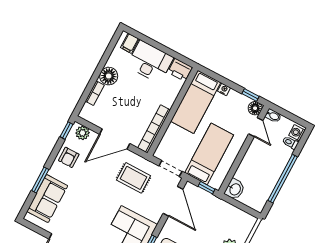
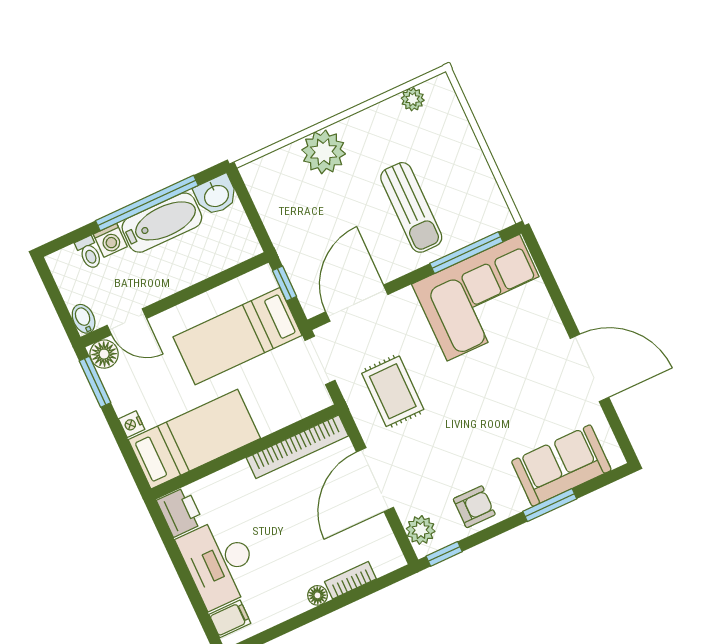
floor lamp: (109, 76) -> (317, 595), width x0.53, depth x0.53
window: (251, 95) -> (95, 382), width x1.50
door: (256, 127) -> (127, 322), swing flipped
washing machine: (297, 133) -> (110, 240), moved
door: (115, 139) -> (375, 480), swing flipped
bathtub: (271, 175) -> (162, 223), added
washbasin: (235, 189) -> (216, 195), moved, turned 180

